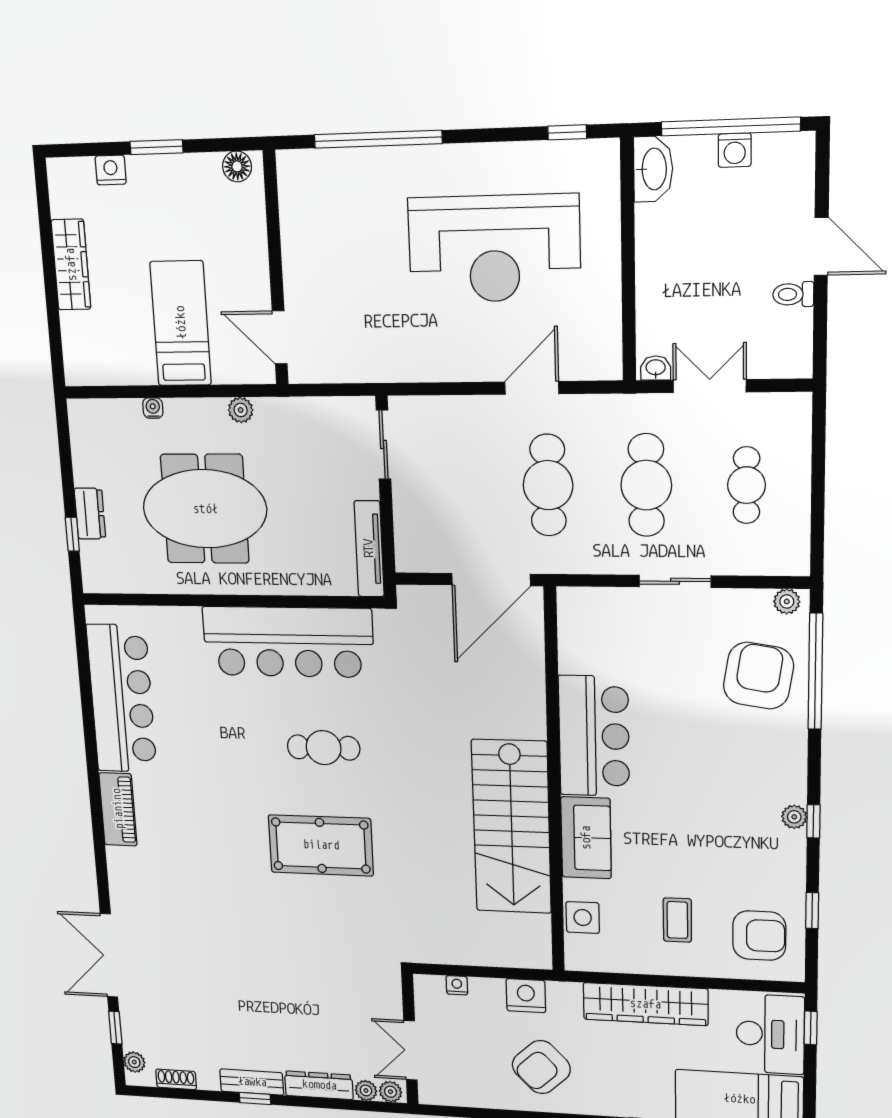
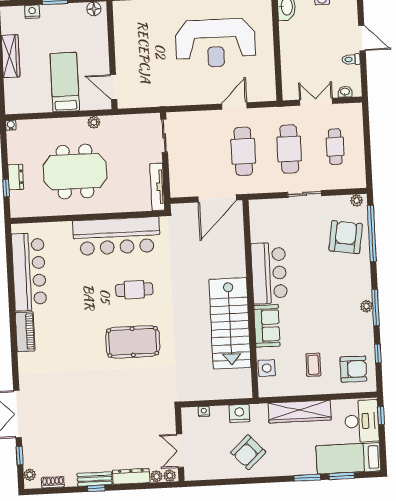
washbasin: (656, 368) -> (345, 92), moved
water cooler: (153, 408) -> (11, 125), moved
window: (813, 821) -> (376, 308), width x2.17

